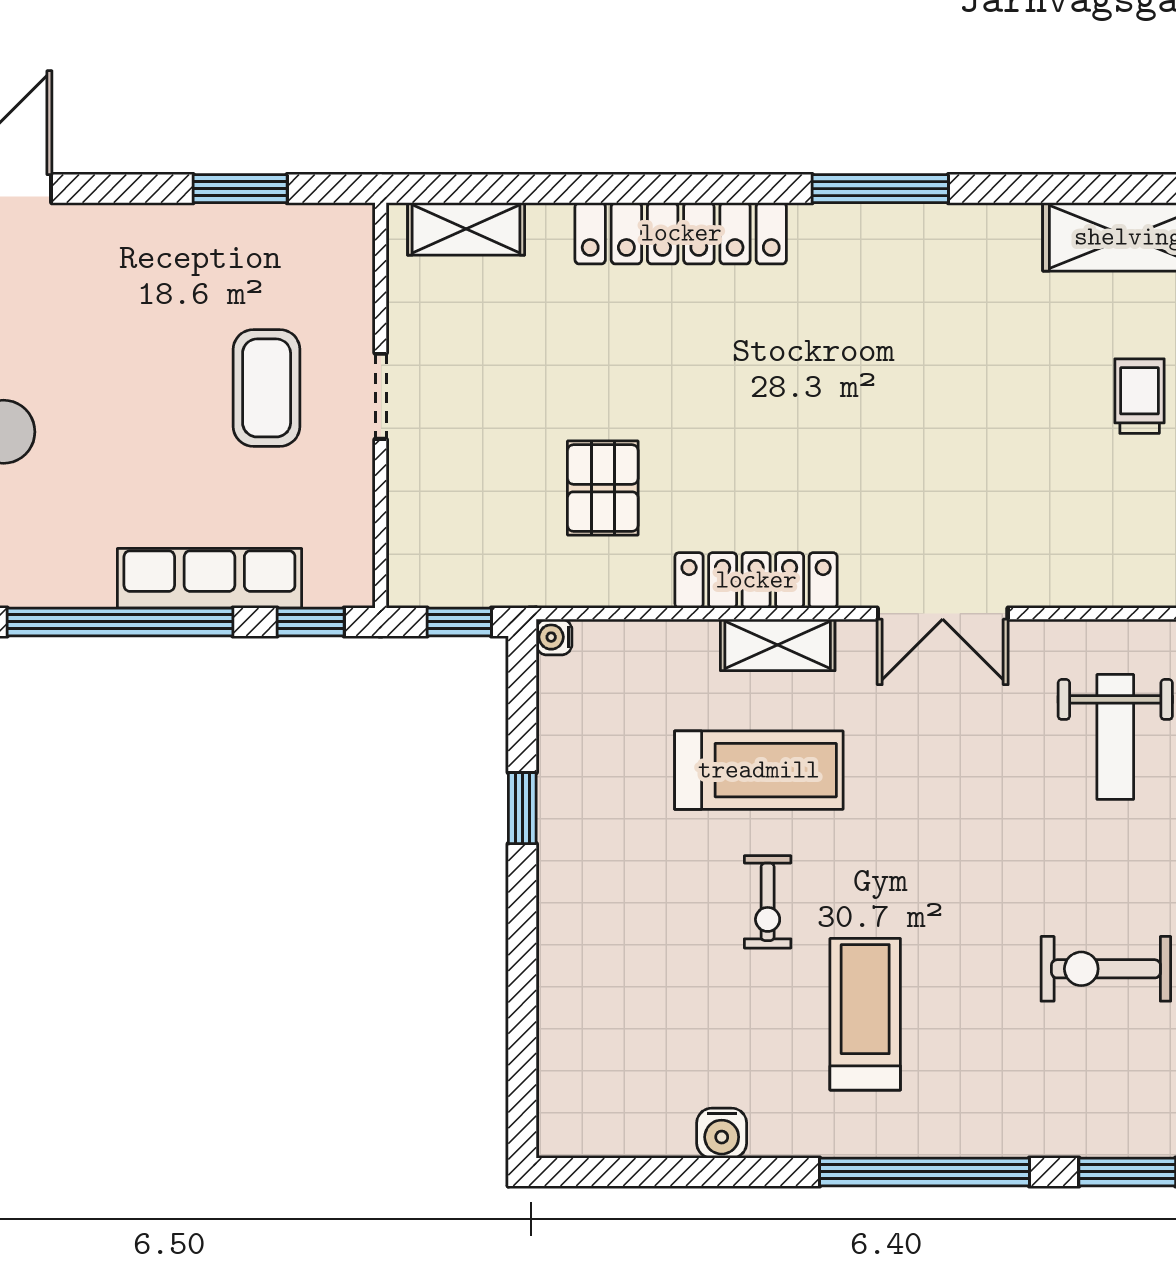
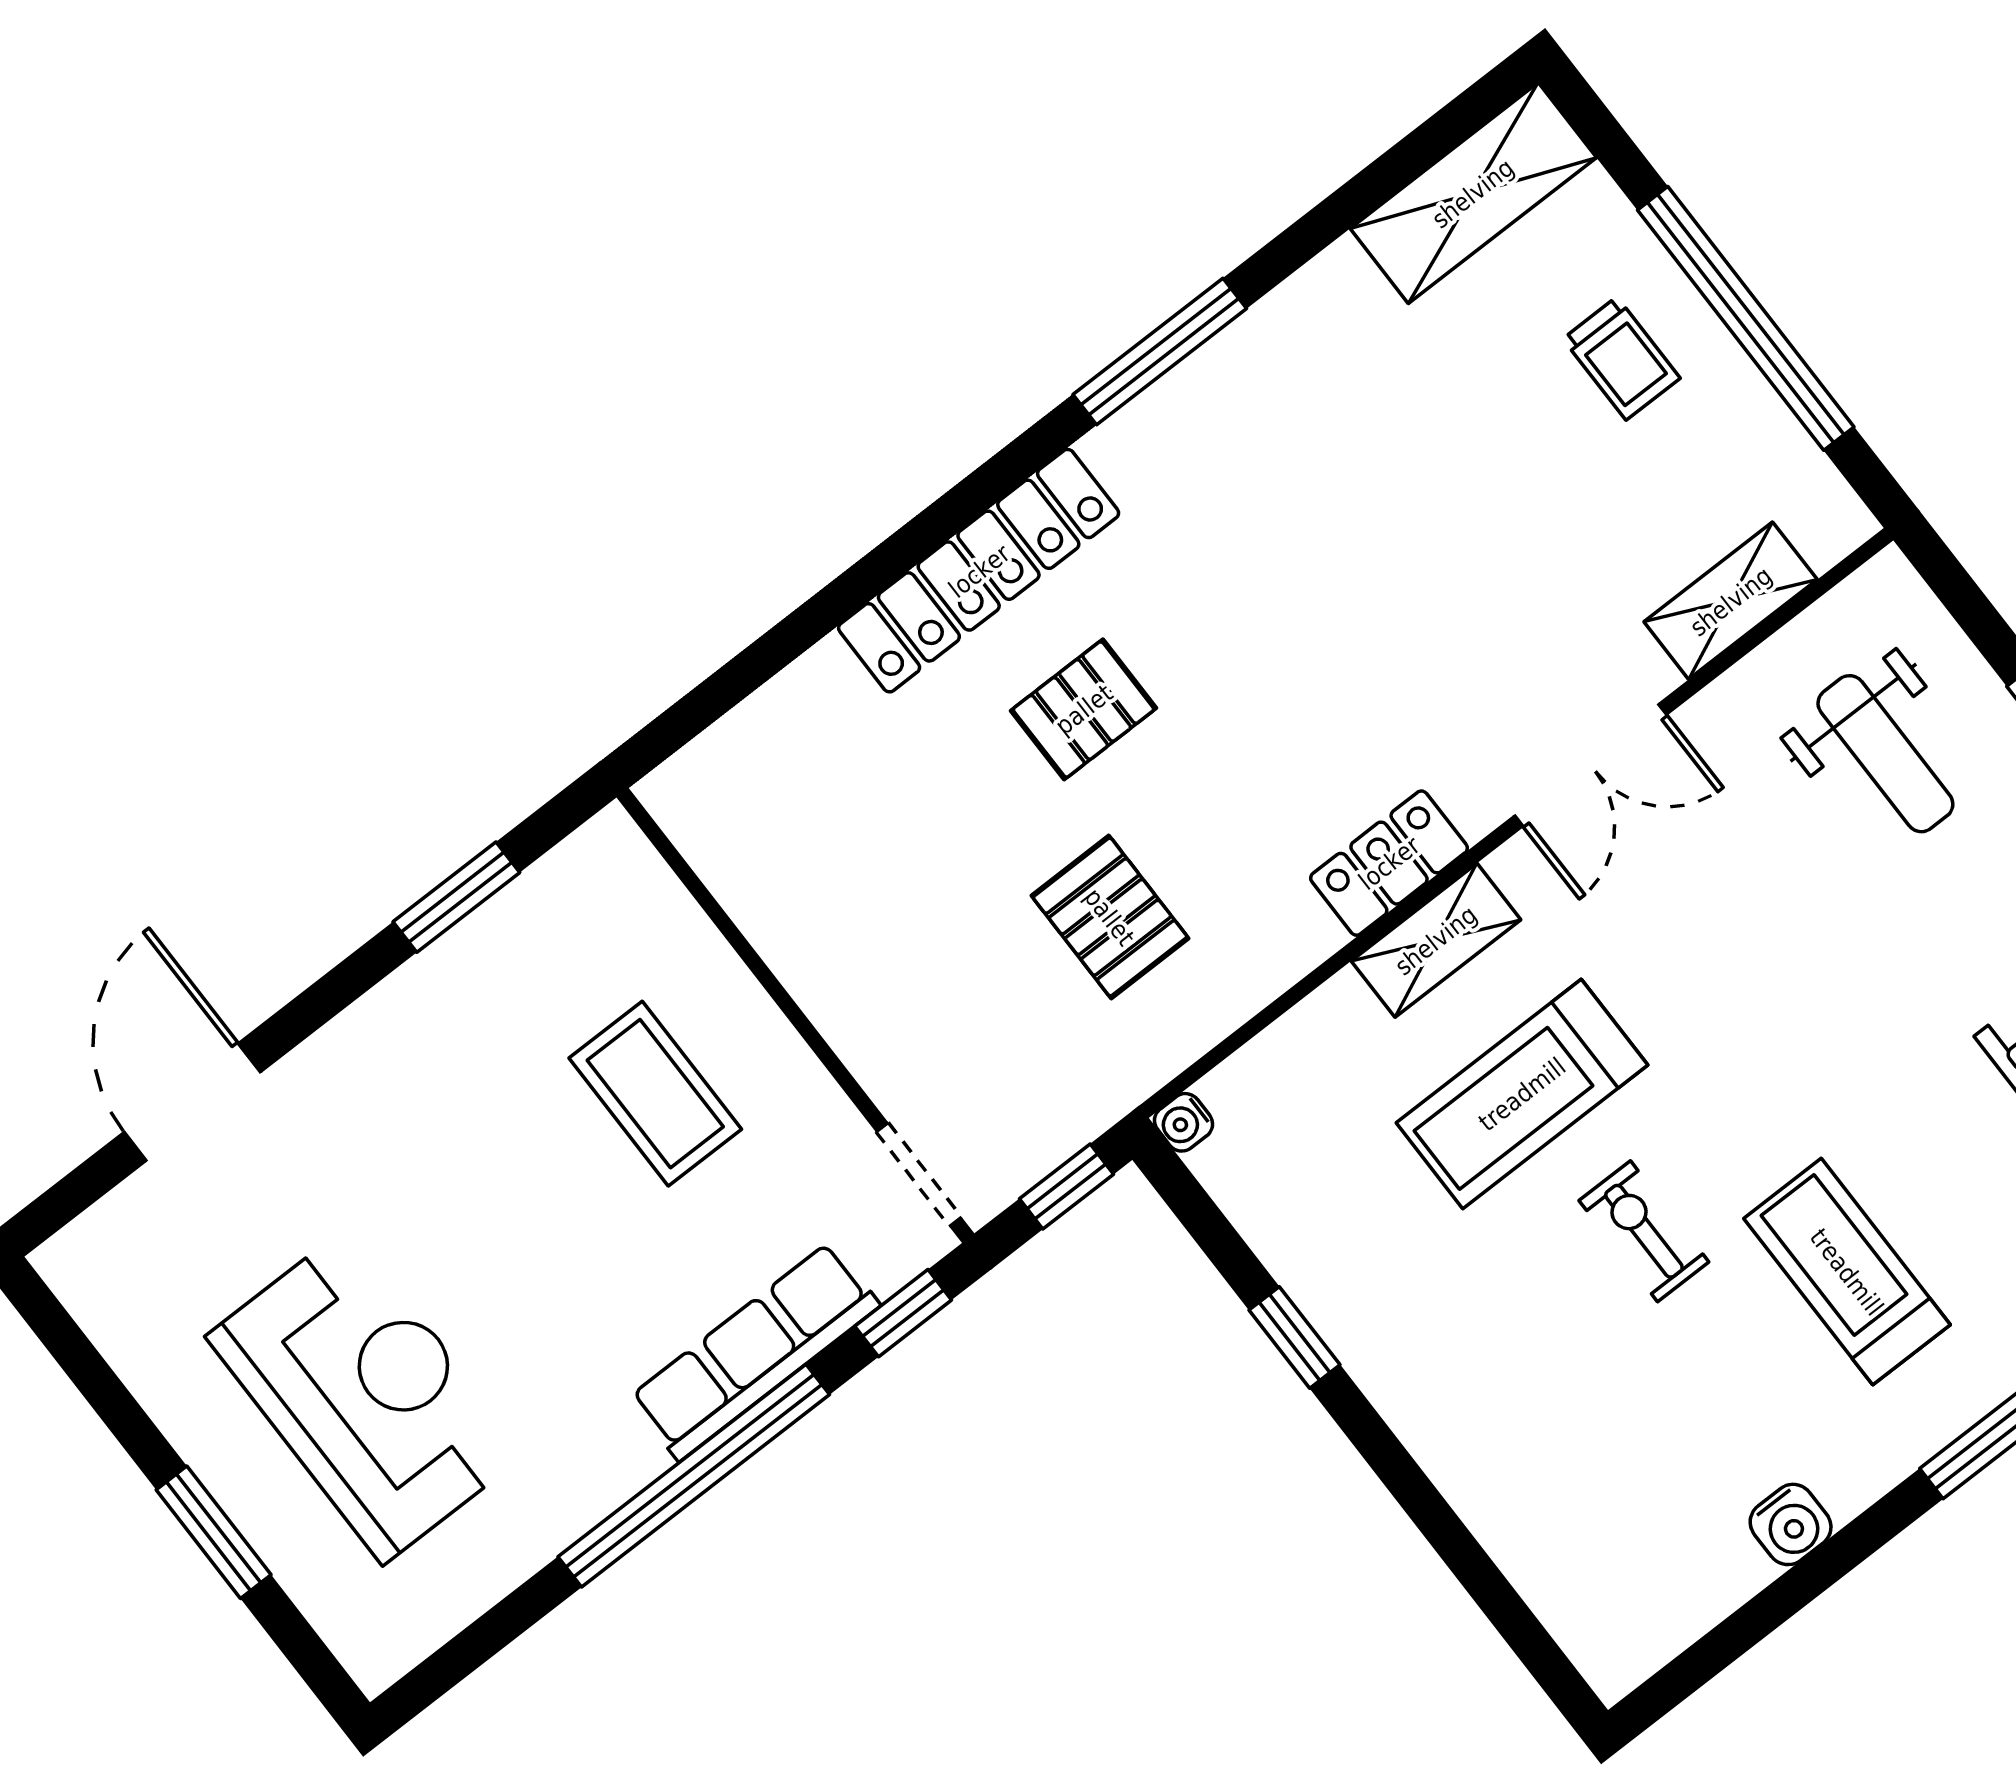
shelving: (466, 229) -> (1731, 601), moved
pallet: (679, 358) -> (1084, 709), added
doorway: (381, 396) -> (919, 1174), moved
trolley: (1140, 396) -> (1622, 358), turned 180
locker: (756, 580) -> (1389, 863), width x0.66
treadmill: (759, 770) -> (1522, 1094), turned 180
exercise bike: (768, 902) -> (1644, 1231), turned 180

